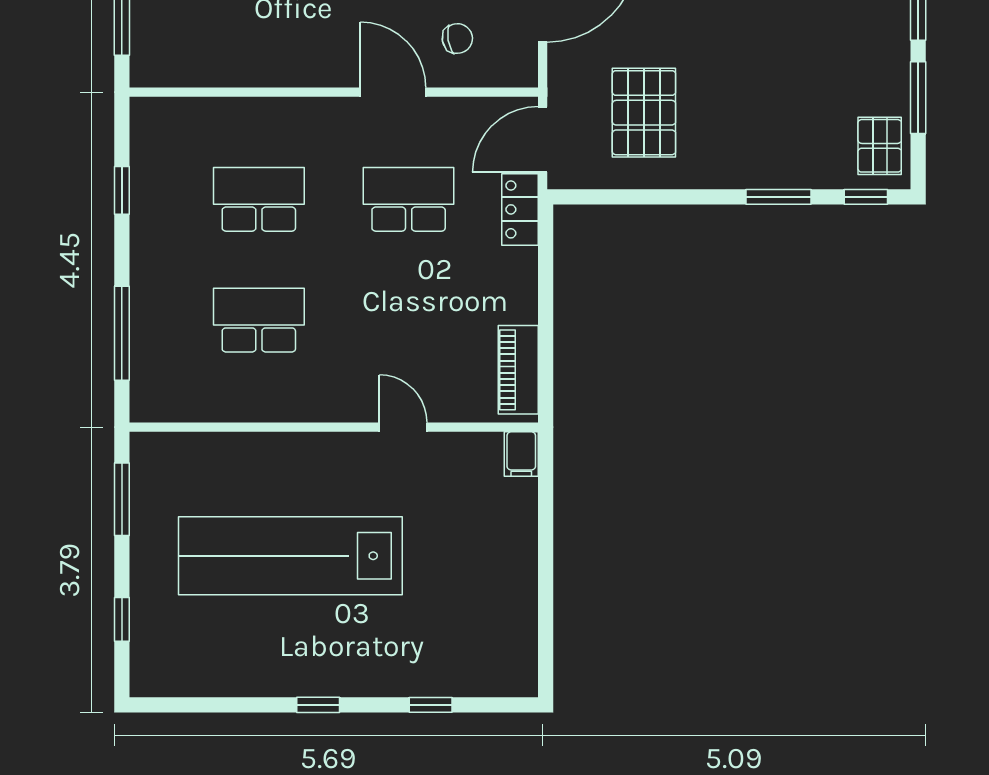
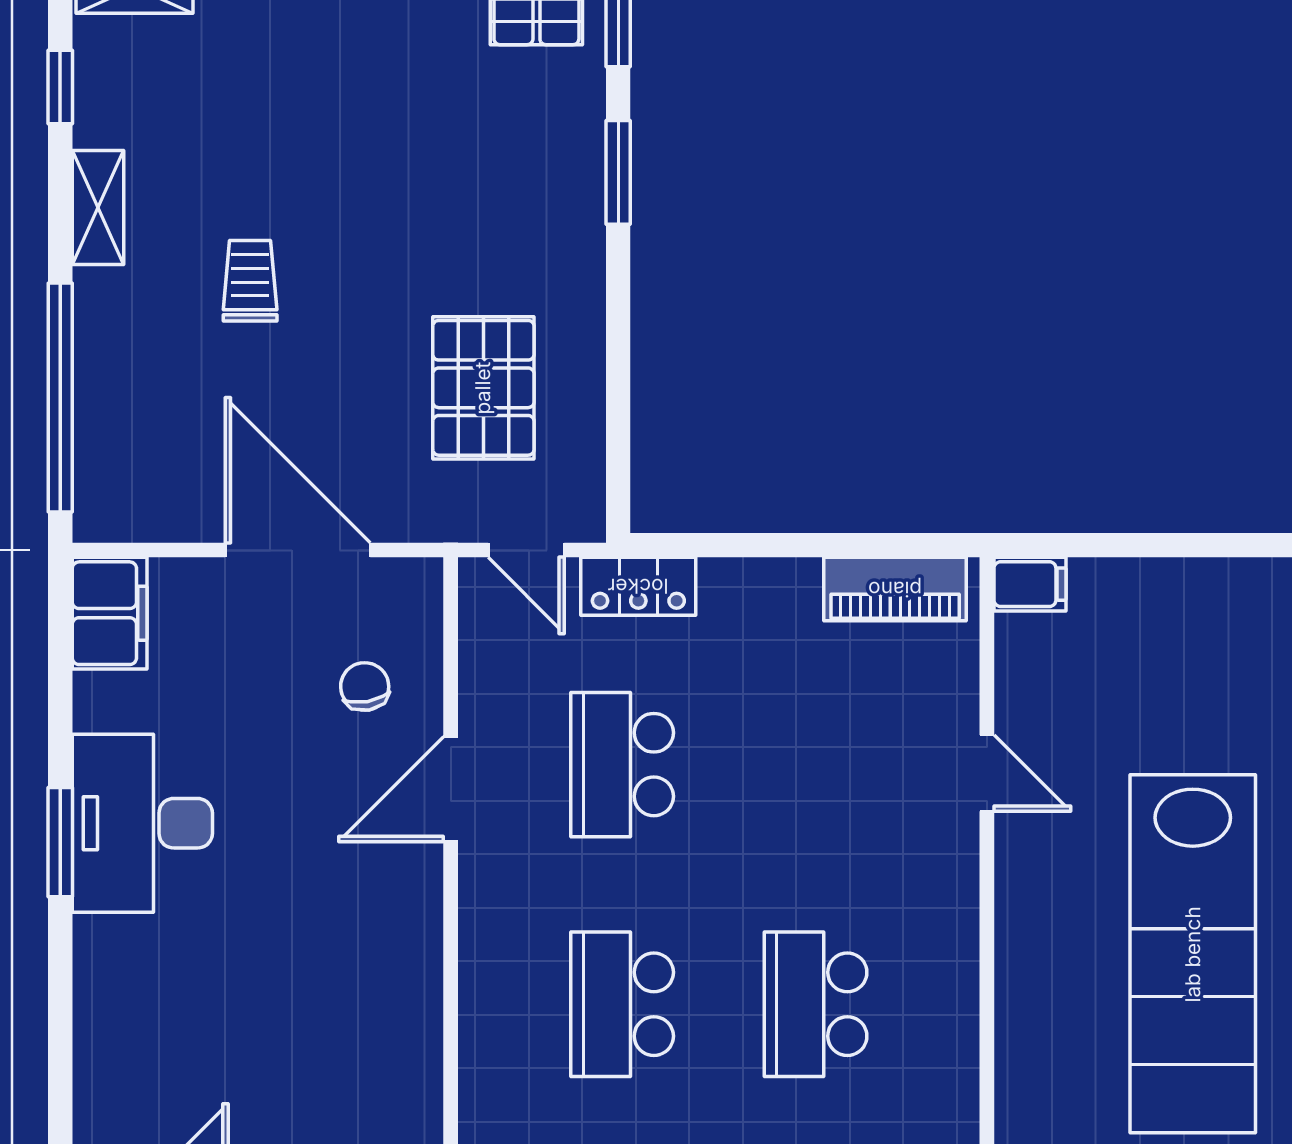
pallet: (644, 113) -> (483, 388), turned 90
door: (543, 139) -> (526, 550), width x0.73
door: (403, 427) -> (987, 773), swing flipped

